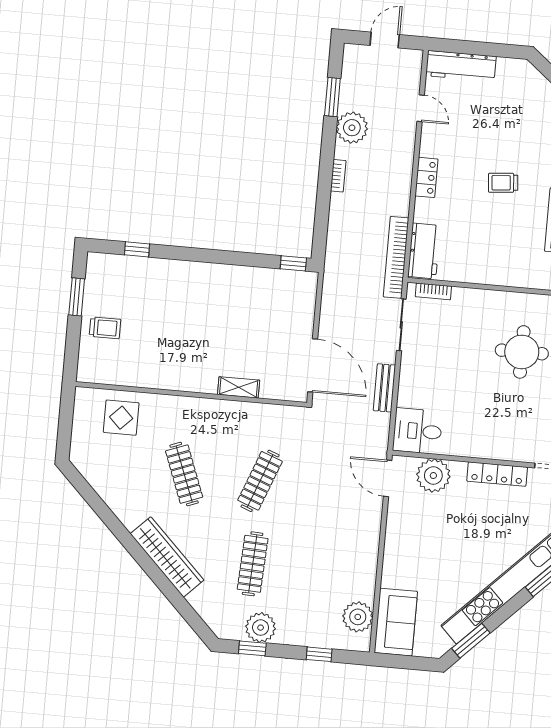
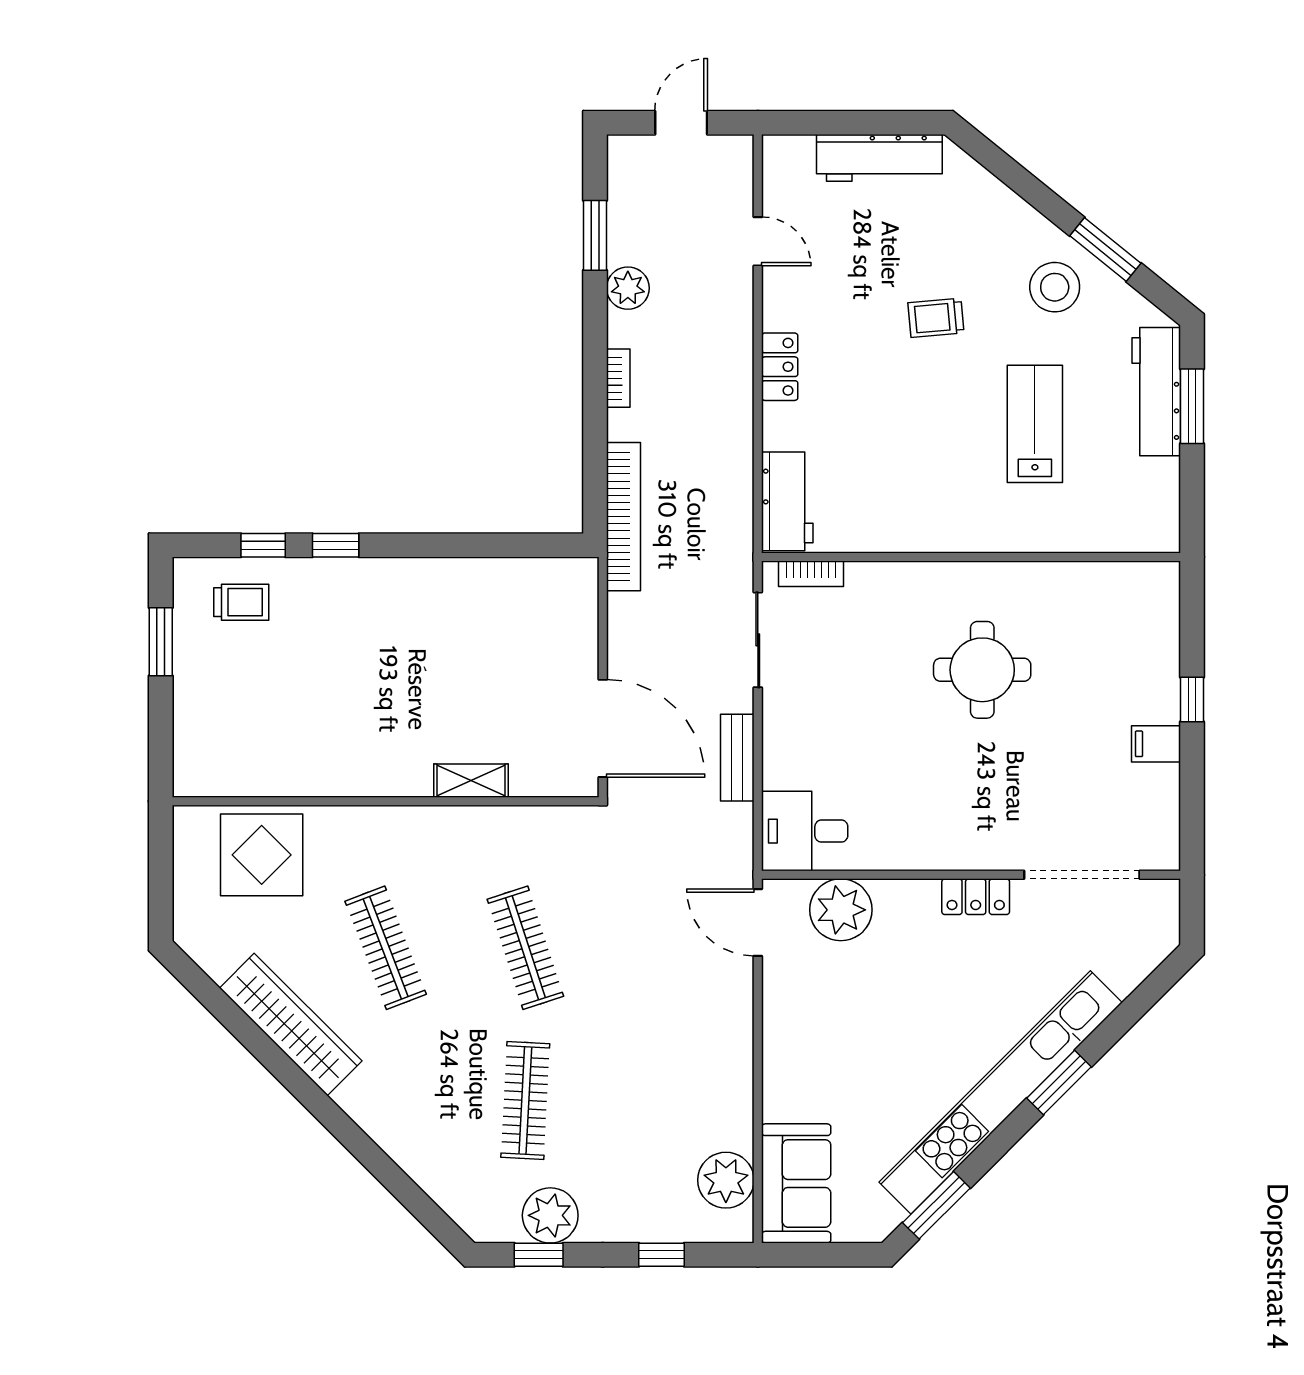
workbench: (461, 66) -> (879, 158), moved
plant: (352, 128) -> (628, 288), width x0.73, depth x0.73
trolley: (503, 183) -> (936, 318), moved
bookcase: (396, 257) -> (623, 517), moved, turned 180
window: (293, 263) -> (336, 545), moved
trolley: (105, 328) -> (241, 602), moved
display table: (121, 418) -> (262, 855), width x1.36, depth x1.36
locker: (497, 474) -> (976, 897), width x0.66
clothes rail: (260, 481) -> (525, 948), turned -39
wardrobe: (167, 557) -> (291, 1024), moved

